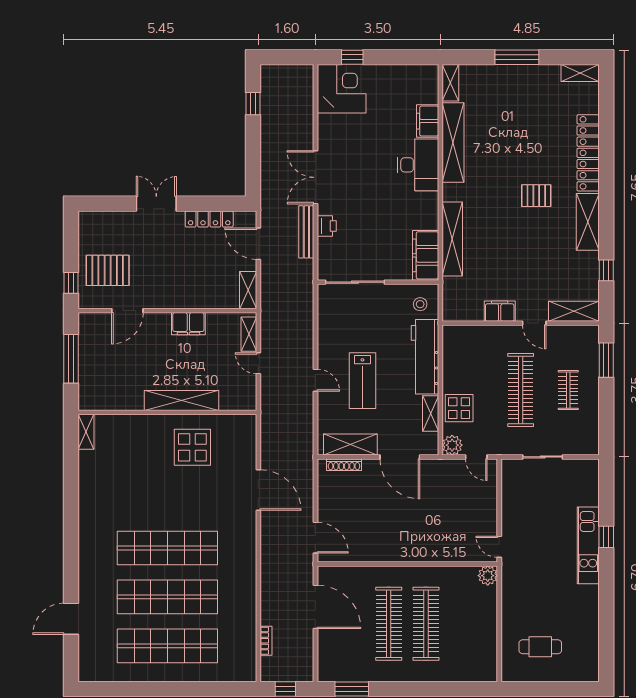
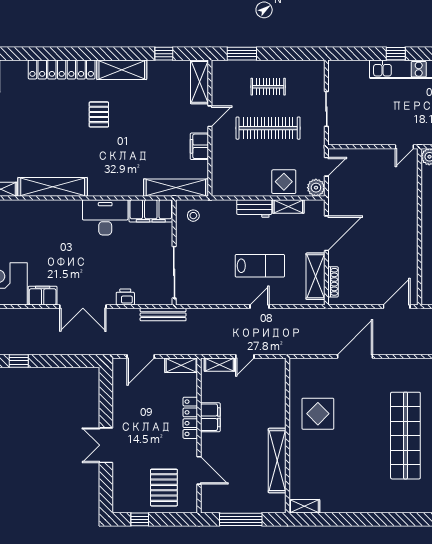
filing cabinet: (428, 121) -> (43, 296), moved, turned 180
desk: (418, 165) -> (105, 217), moved
locker: (209, 219) -> (190, 418), moved, turned 180
bench: (306, 232) -> (163, 315), moved
shelving: (452, 239) -> (176, 188), moved
window: (71, 283) -> (140, 519), moved
workbench: (425, 357) -> (254, 208), width x0.53, depth x0.76
shelving: (182, 400) -> (277, 461), moved

